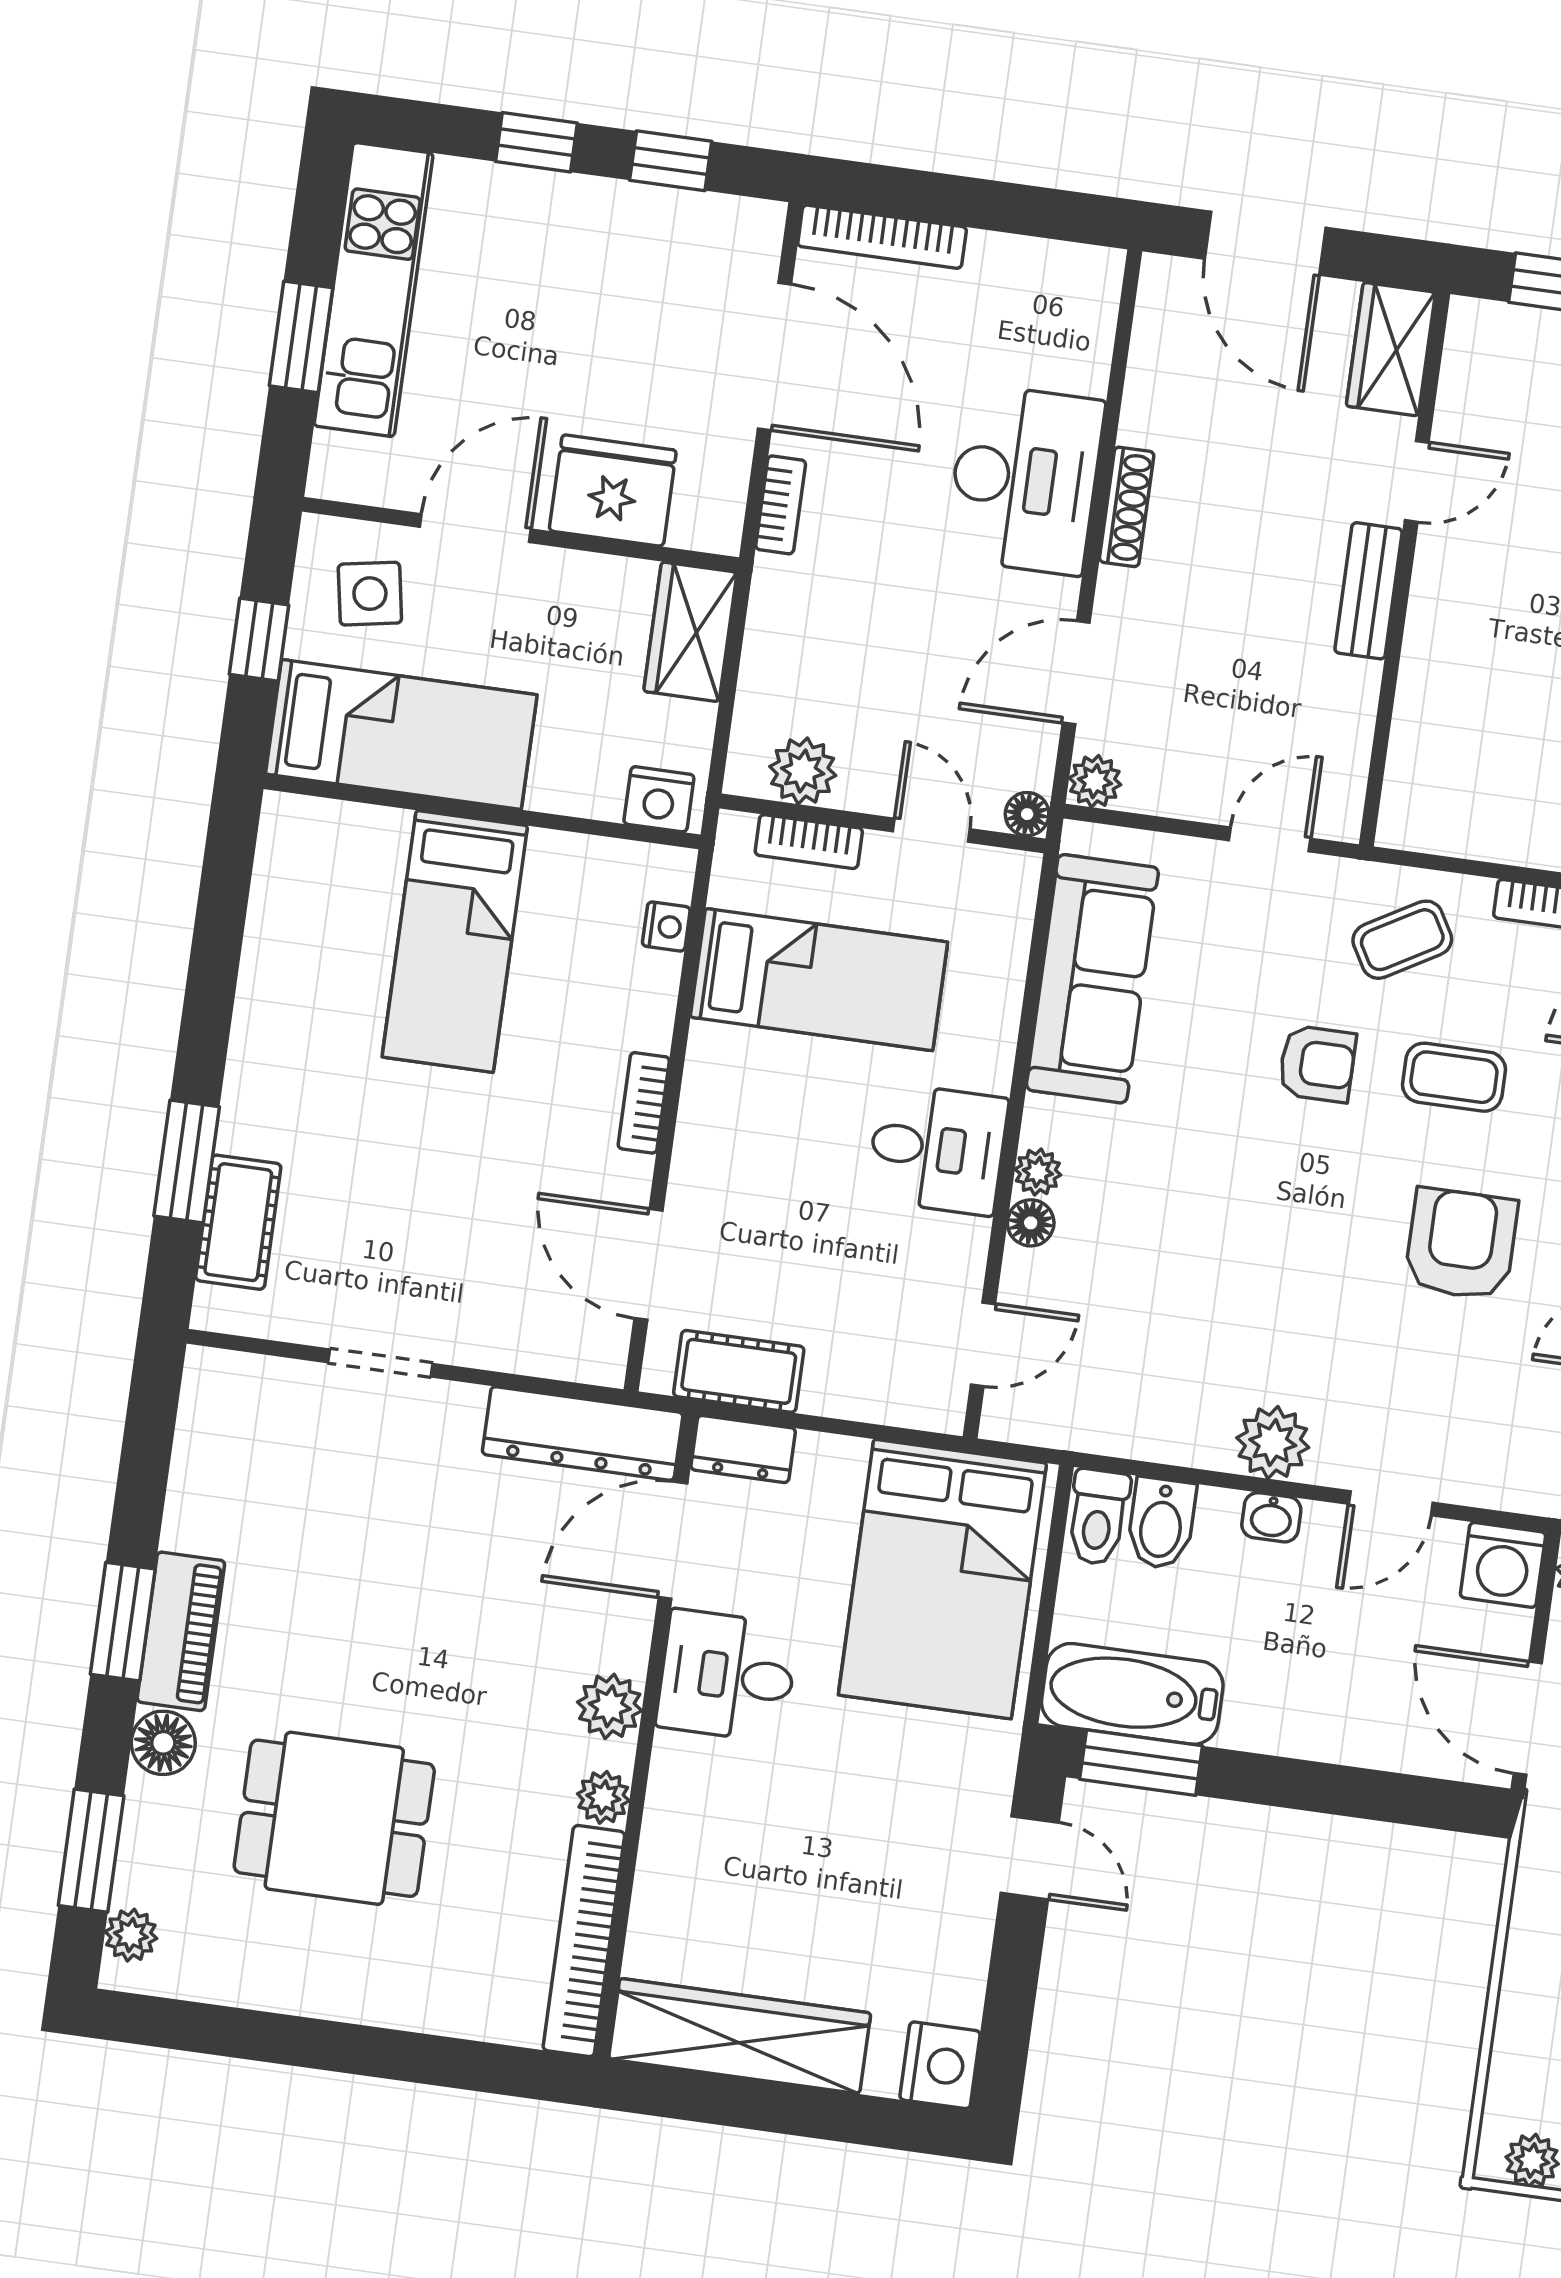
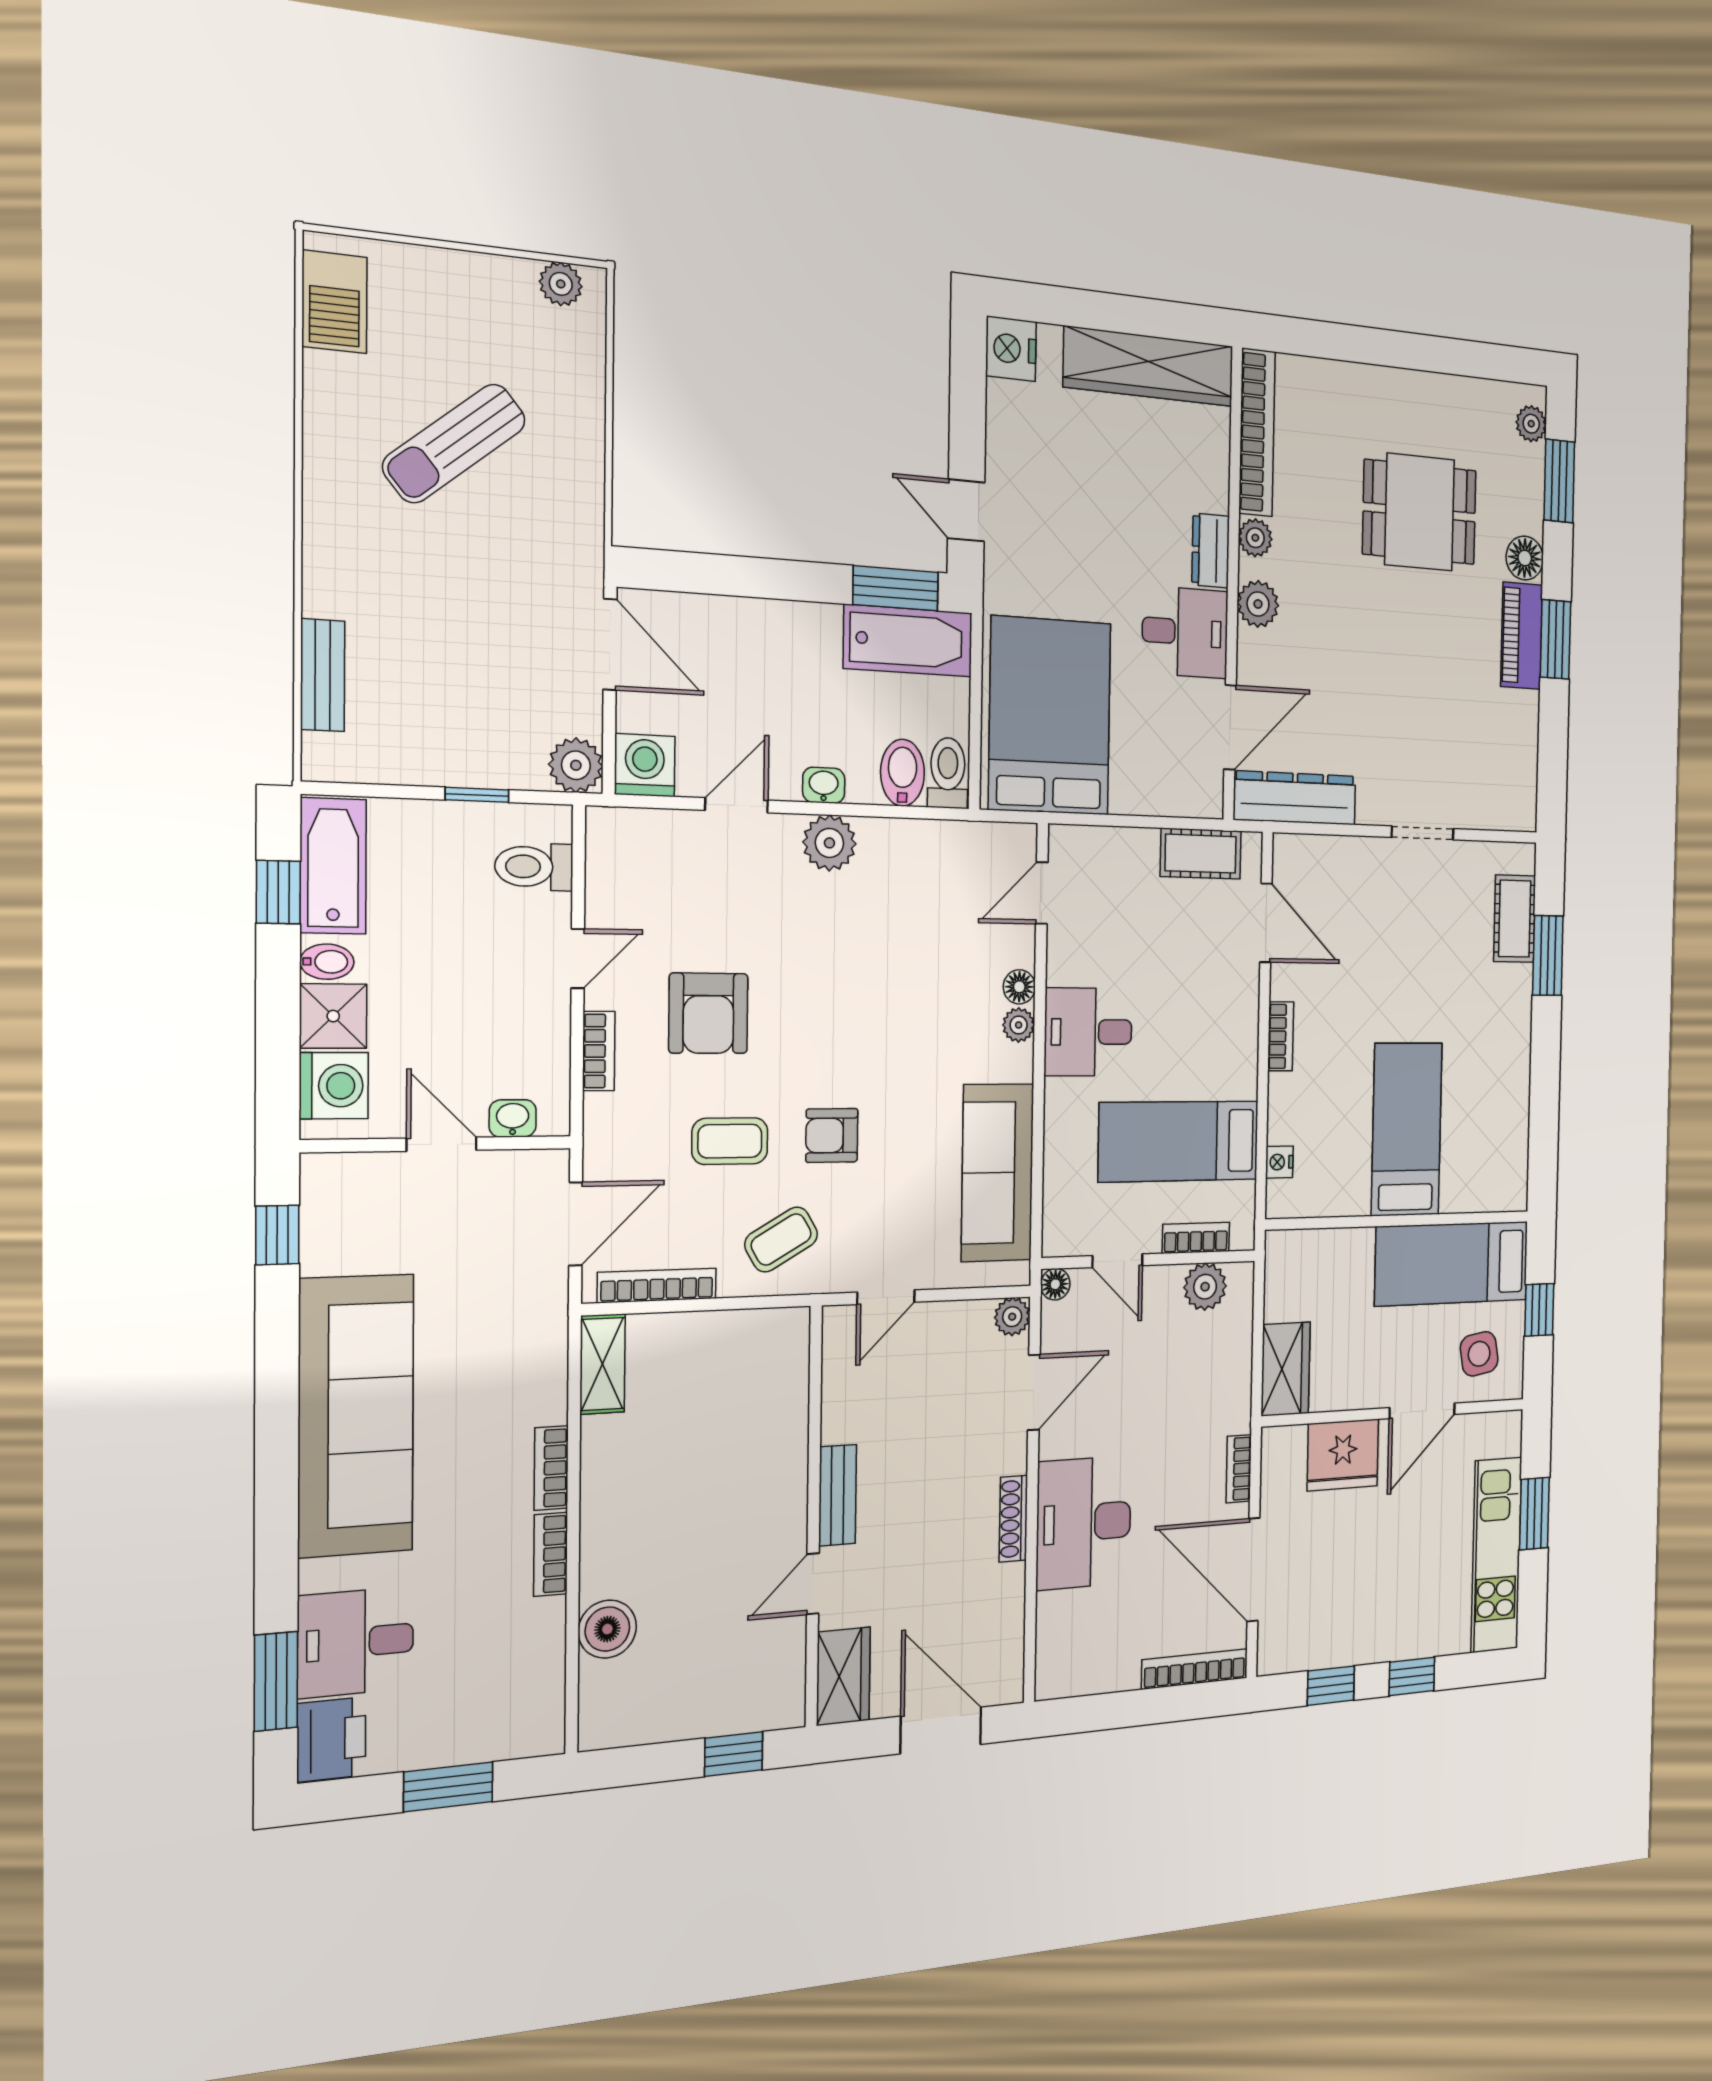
nightstand: (659, 799) -> (1293, 1250), removed
dresser: (743, 1449) -> (1211, 550), moved, turned -90

